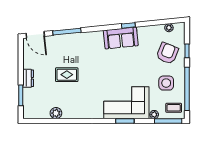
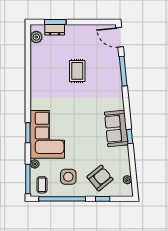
door: (35, 35) -> (120, 37), hinge flipped
armchair: (167, 53) -> (100, 178), turned -61
dresser: (28, 78) -> (55, 30), moved
plant: (56, 113) -> (36, 37), moved

